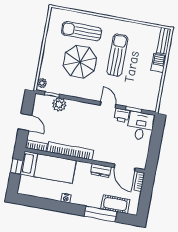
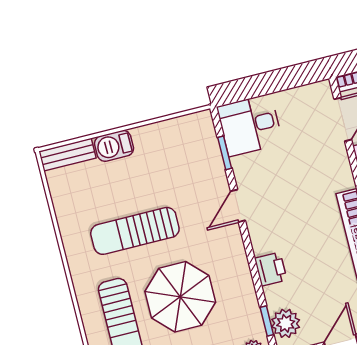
plant: (59, 104) -> (286, 323), moved
printer: (122, 115) -> (271, 269), moved

